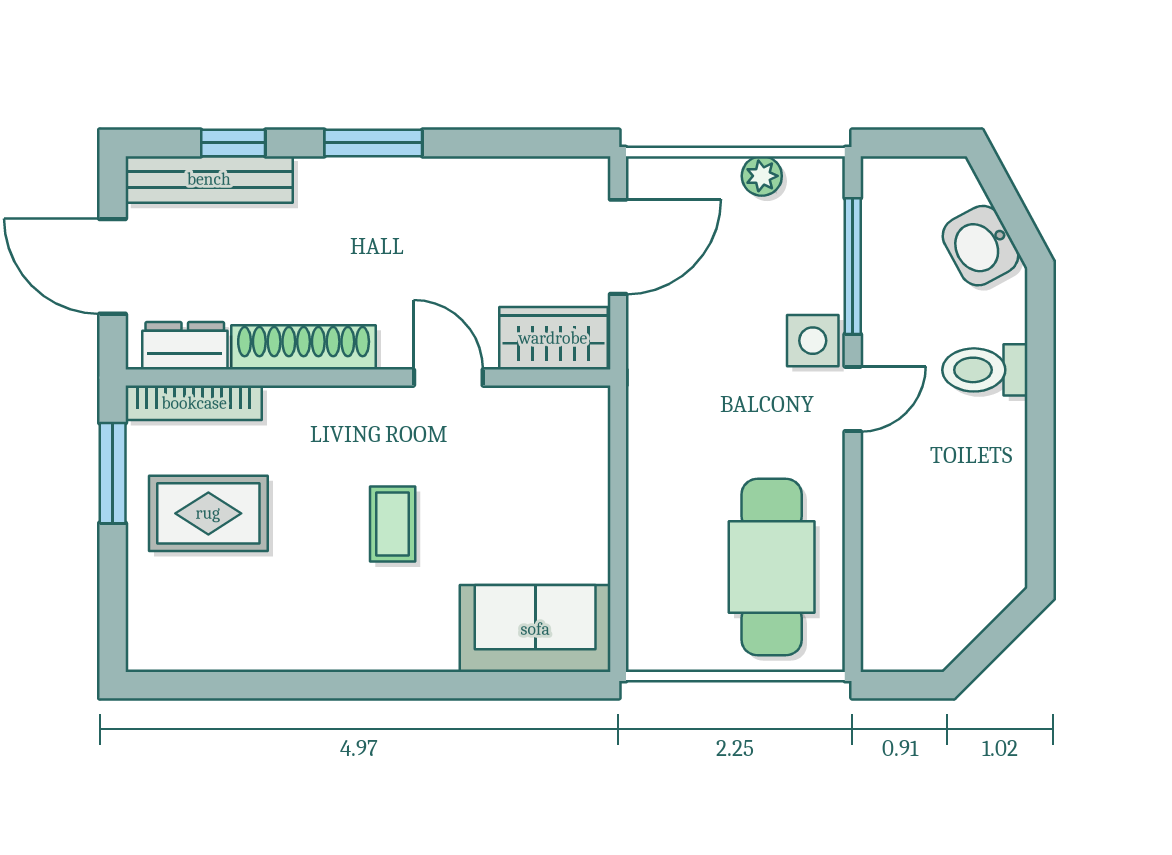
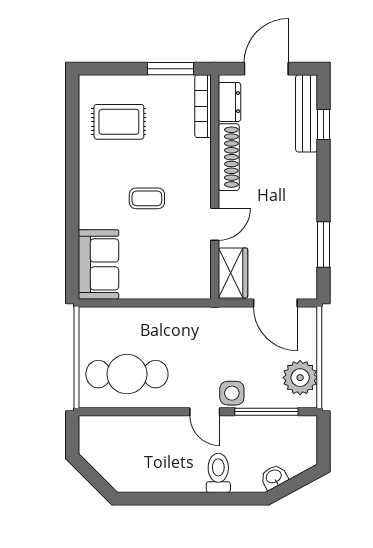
window: (373, 143) -> (323, 244), moved
plant: (762, 176) -> (300, 378), width x1.88, depth x1.88
washbasin: (980, 246) -> (274, 477), width x0.72, depth x0.69
rug: (208, 513) -> (119, 122), moved, turned 90

